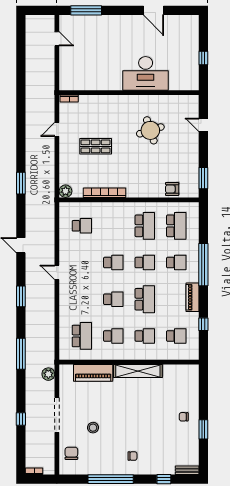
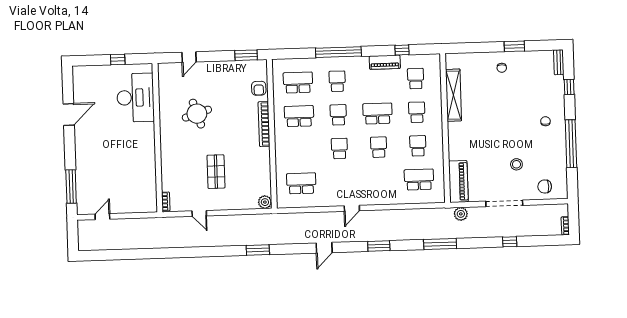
desk: (146, 73) -> (135, 98), moved
bookcase: (105, 193) -> (264, 124), moved
school desk: (82, 226) -> (301, 183), width x1.85
piano: (193, 297) -> (385, 62), moved
shelving: (138, 371) -> (454, 95), moved
piano: (93, 373) -> (458, 182), moved

